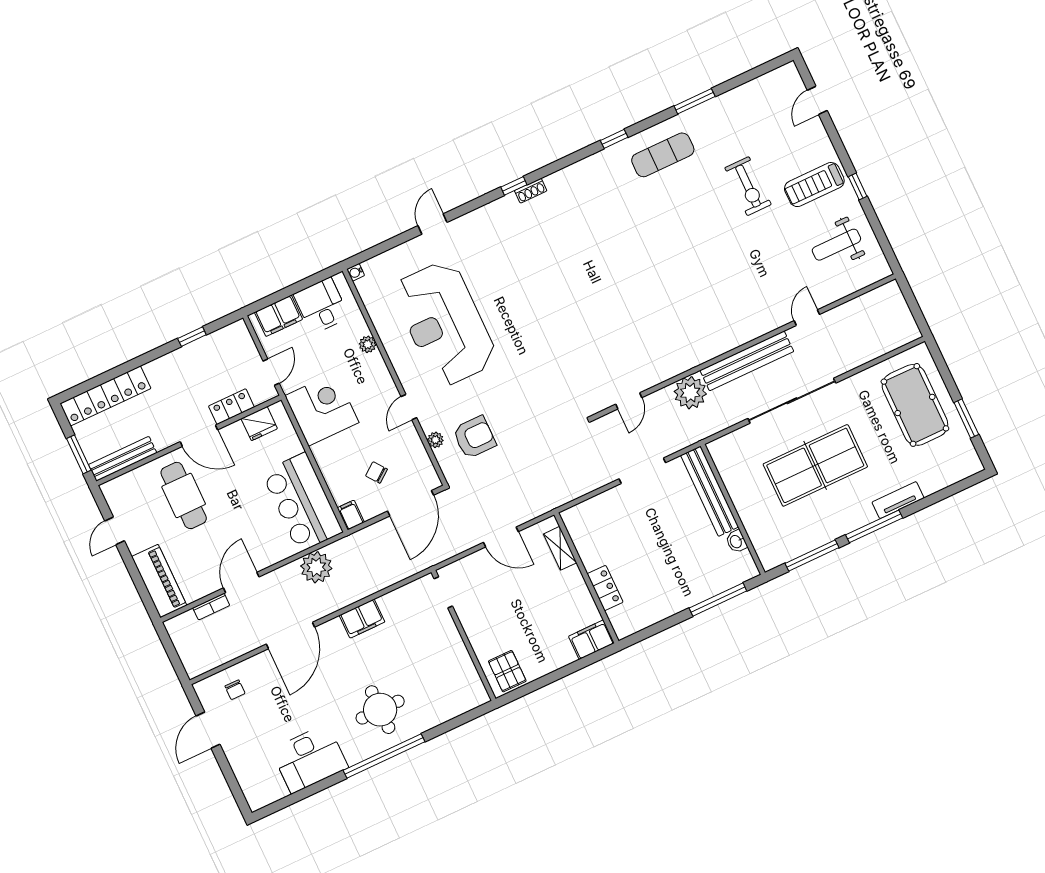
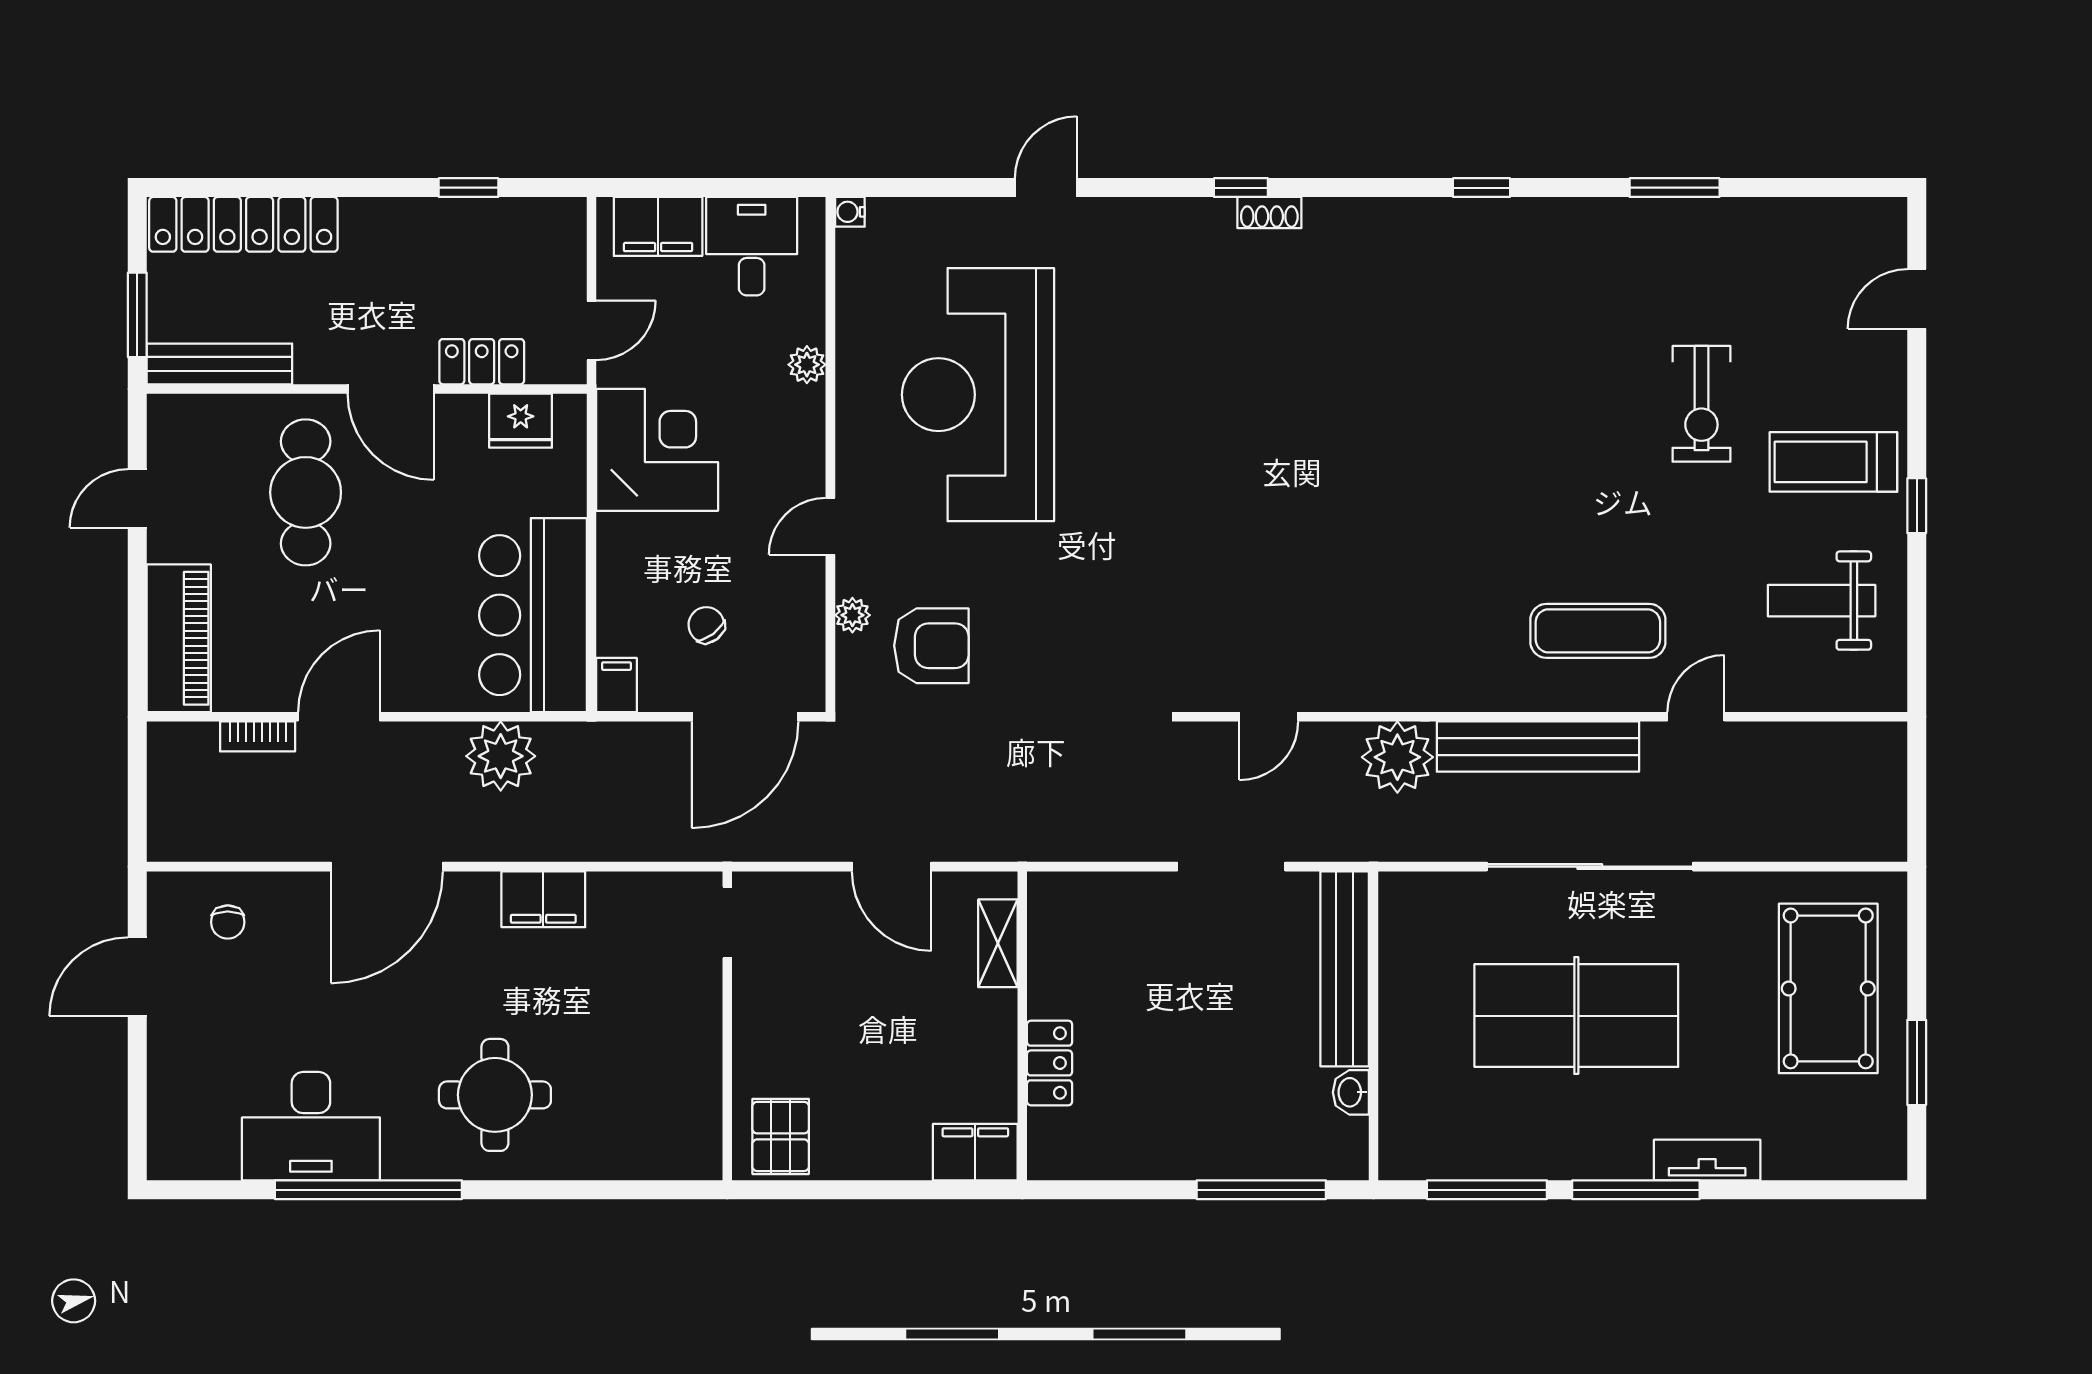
exercise mat: (663, 155) -> (1598, 631), moved
window: (384, 756) -> (368, 1190), moved

